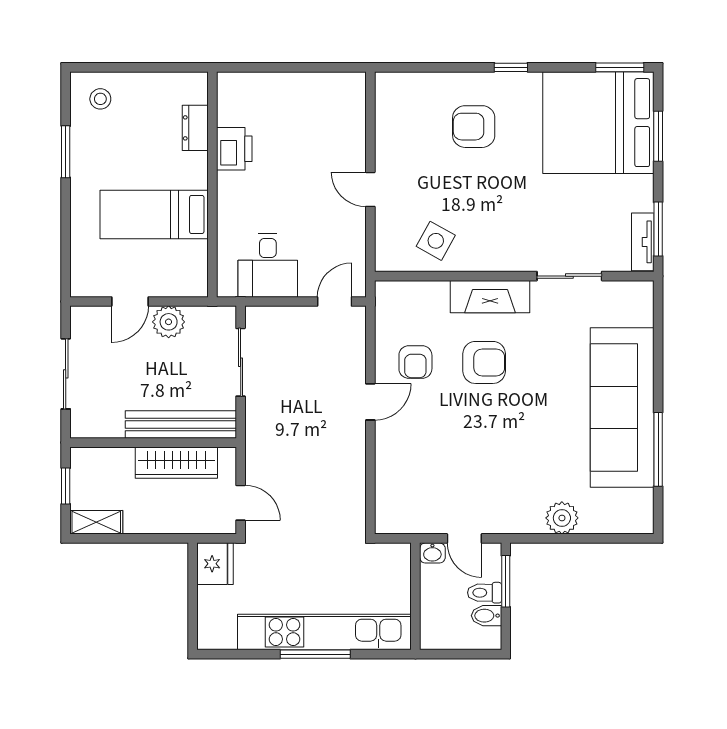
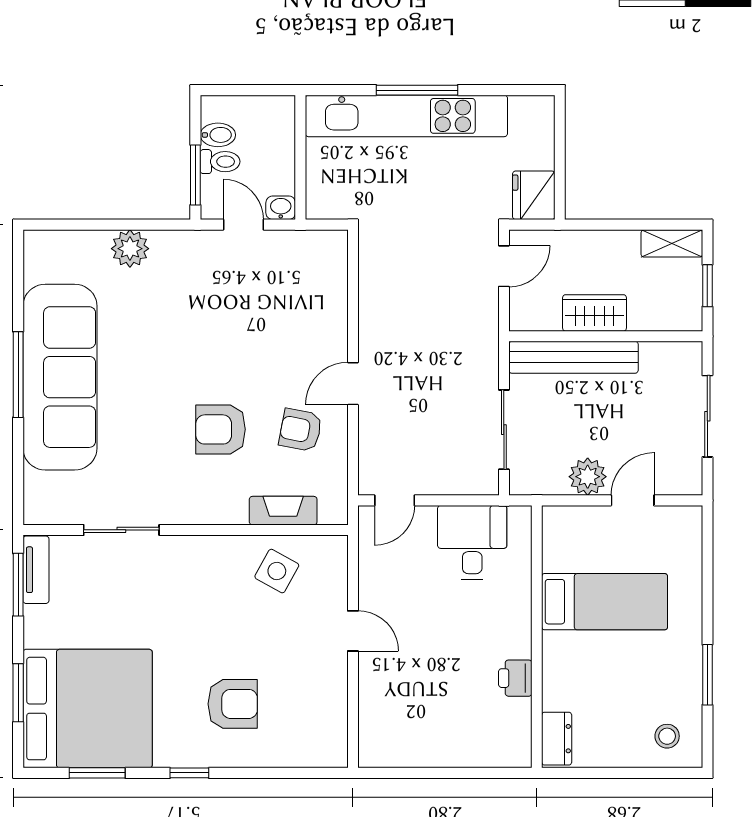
window: (620, 67) -> (97, 773), moved
dresser: (195, 128) -> (557, 739), moved
printer: (234, 149) -> (515, 678), width x0.73, depth x0.81
fireplace: (490, 297) -> (283, 511), moved, width x0.73, depth x0.76
armchair: (415, 362) -> (300, 430), turned -79
window: (658, 449) -> (18, 375), moved
wardrobe: (176, 463) -> (595, 313), width x0.67
door: (241, 503) -> (504, 266), swing flipped

